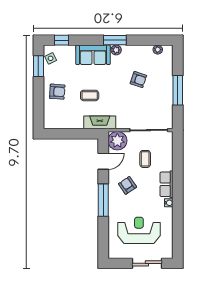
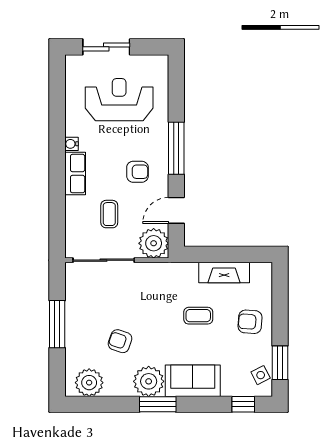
plant: (116, 50) -> (149, 381), width x1.87, depth x1.87
plant: (158, 50) -> (89, 383), width x1.88, depth x1.88
fireplace: (100, 122) -> (224, 272), moved
armchair: (128, 185) -> (137, 172), turned -56
reception desk: (139, 230) -> (119, 100), turned 180

